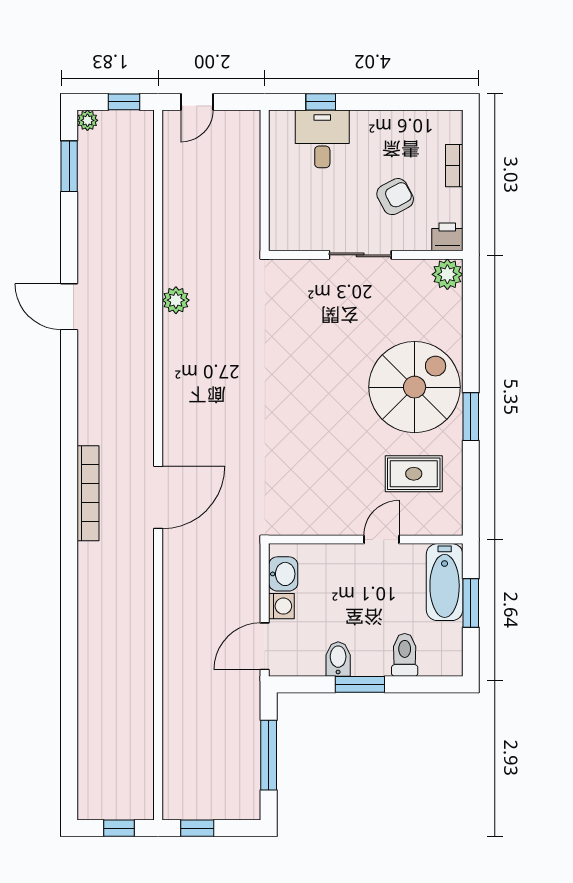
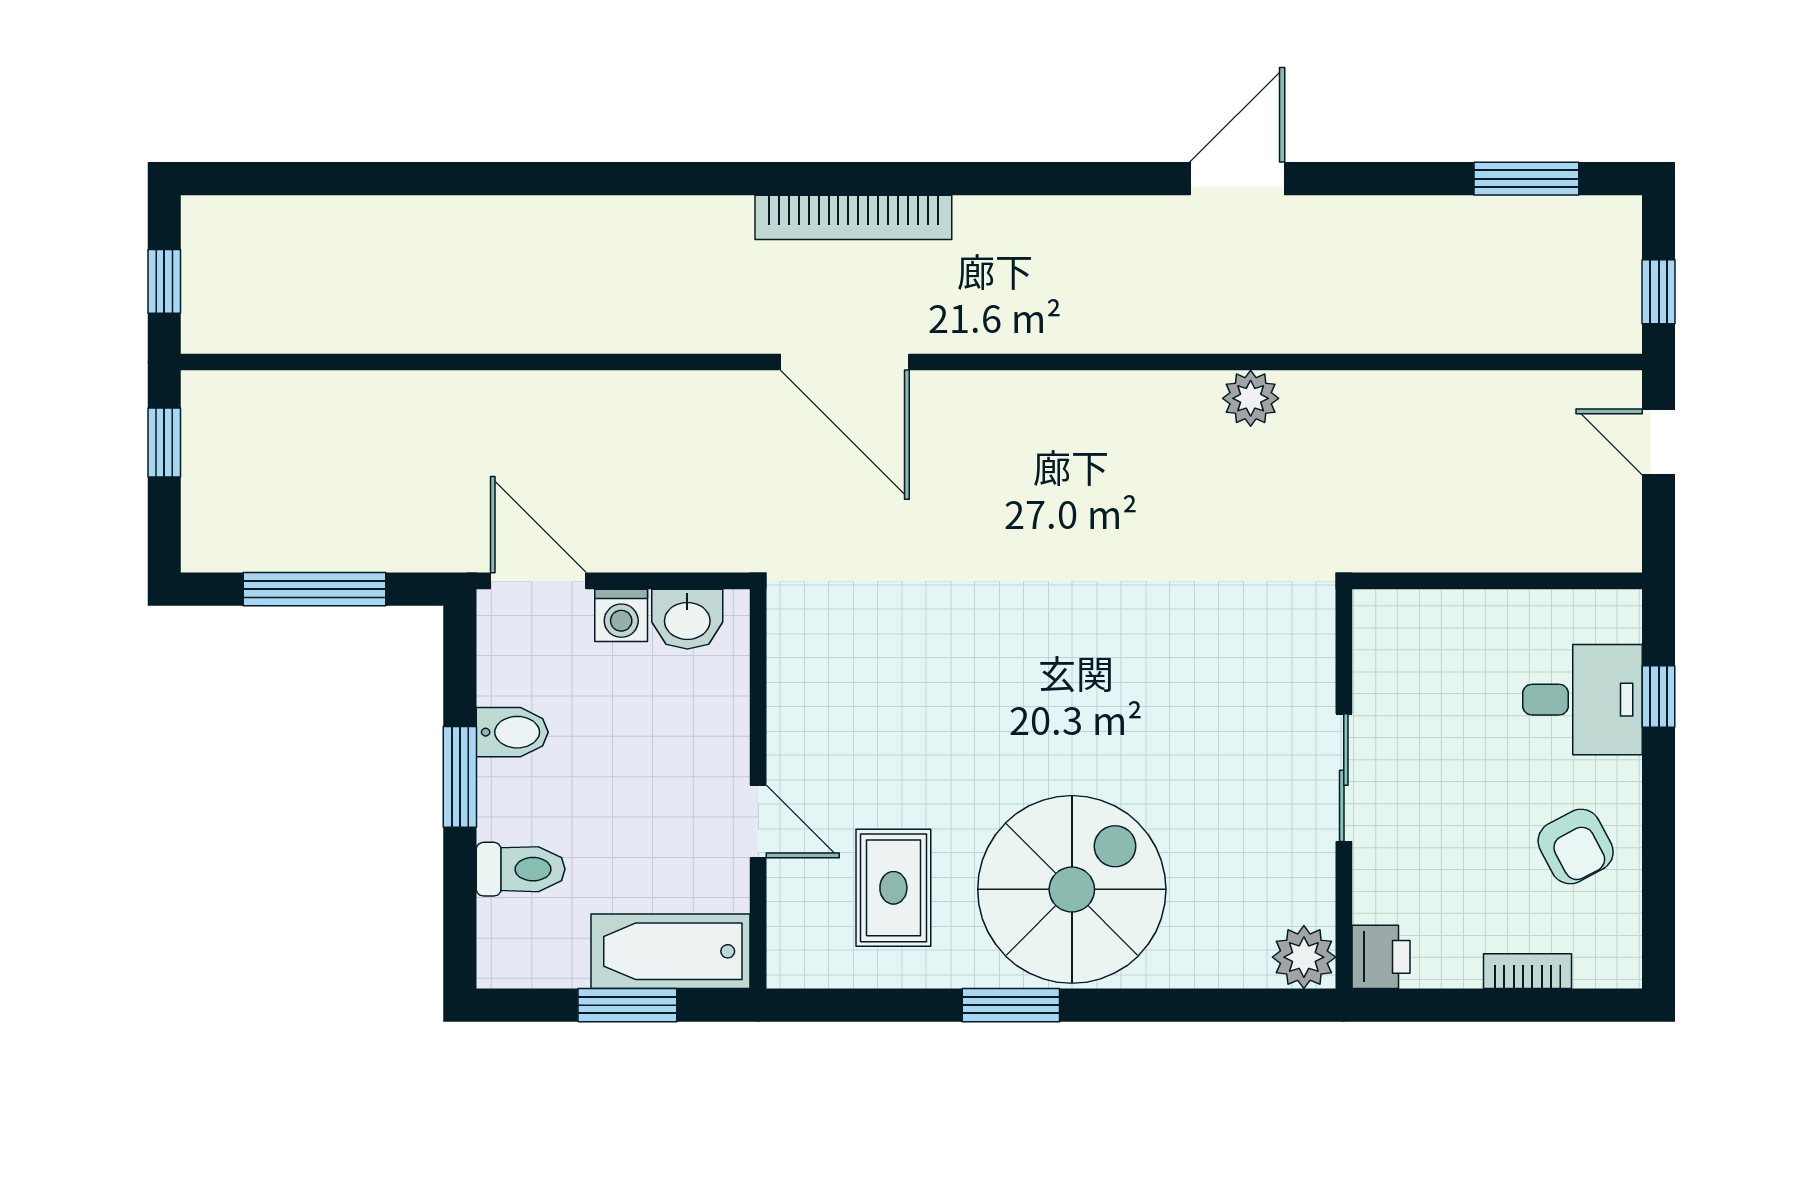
plant: (87, 120) -> (1621, 216), removed
armchair: (395, 197) -> (1576, 846), moved
spiral stairs: (415, 387) -> (1072, 889), turned -90

